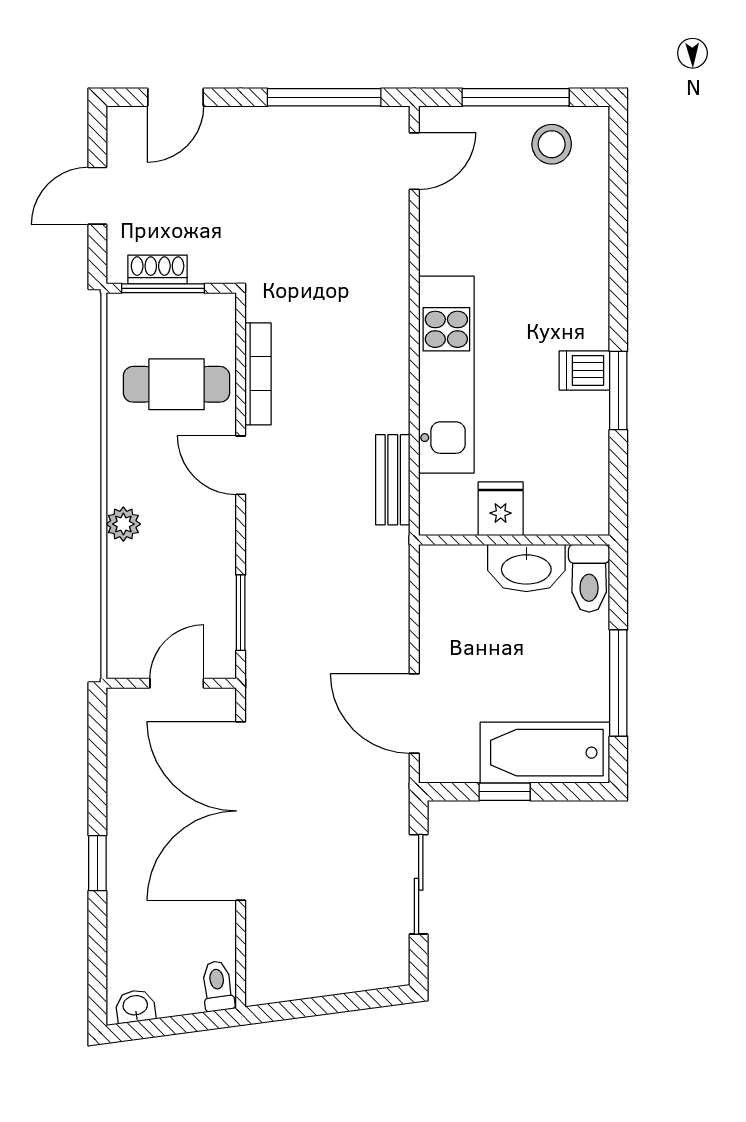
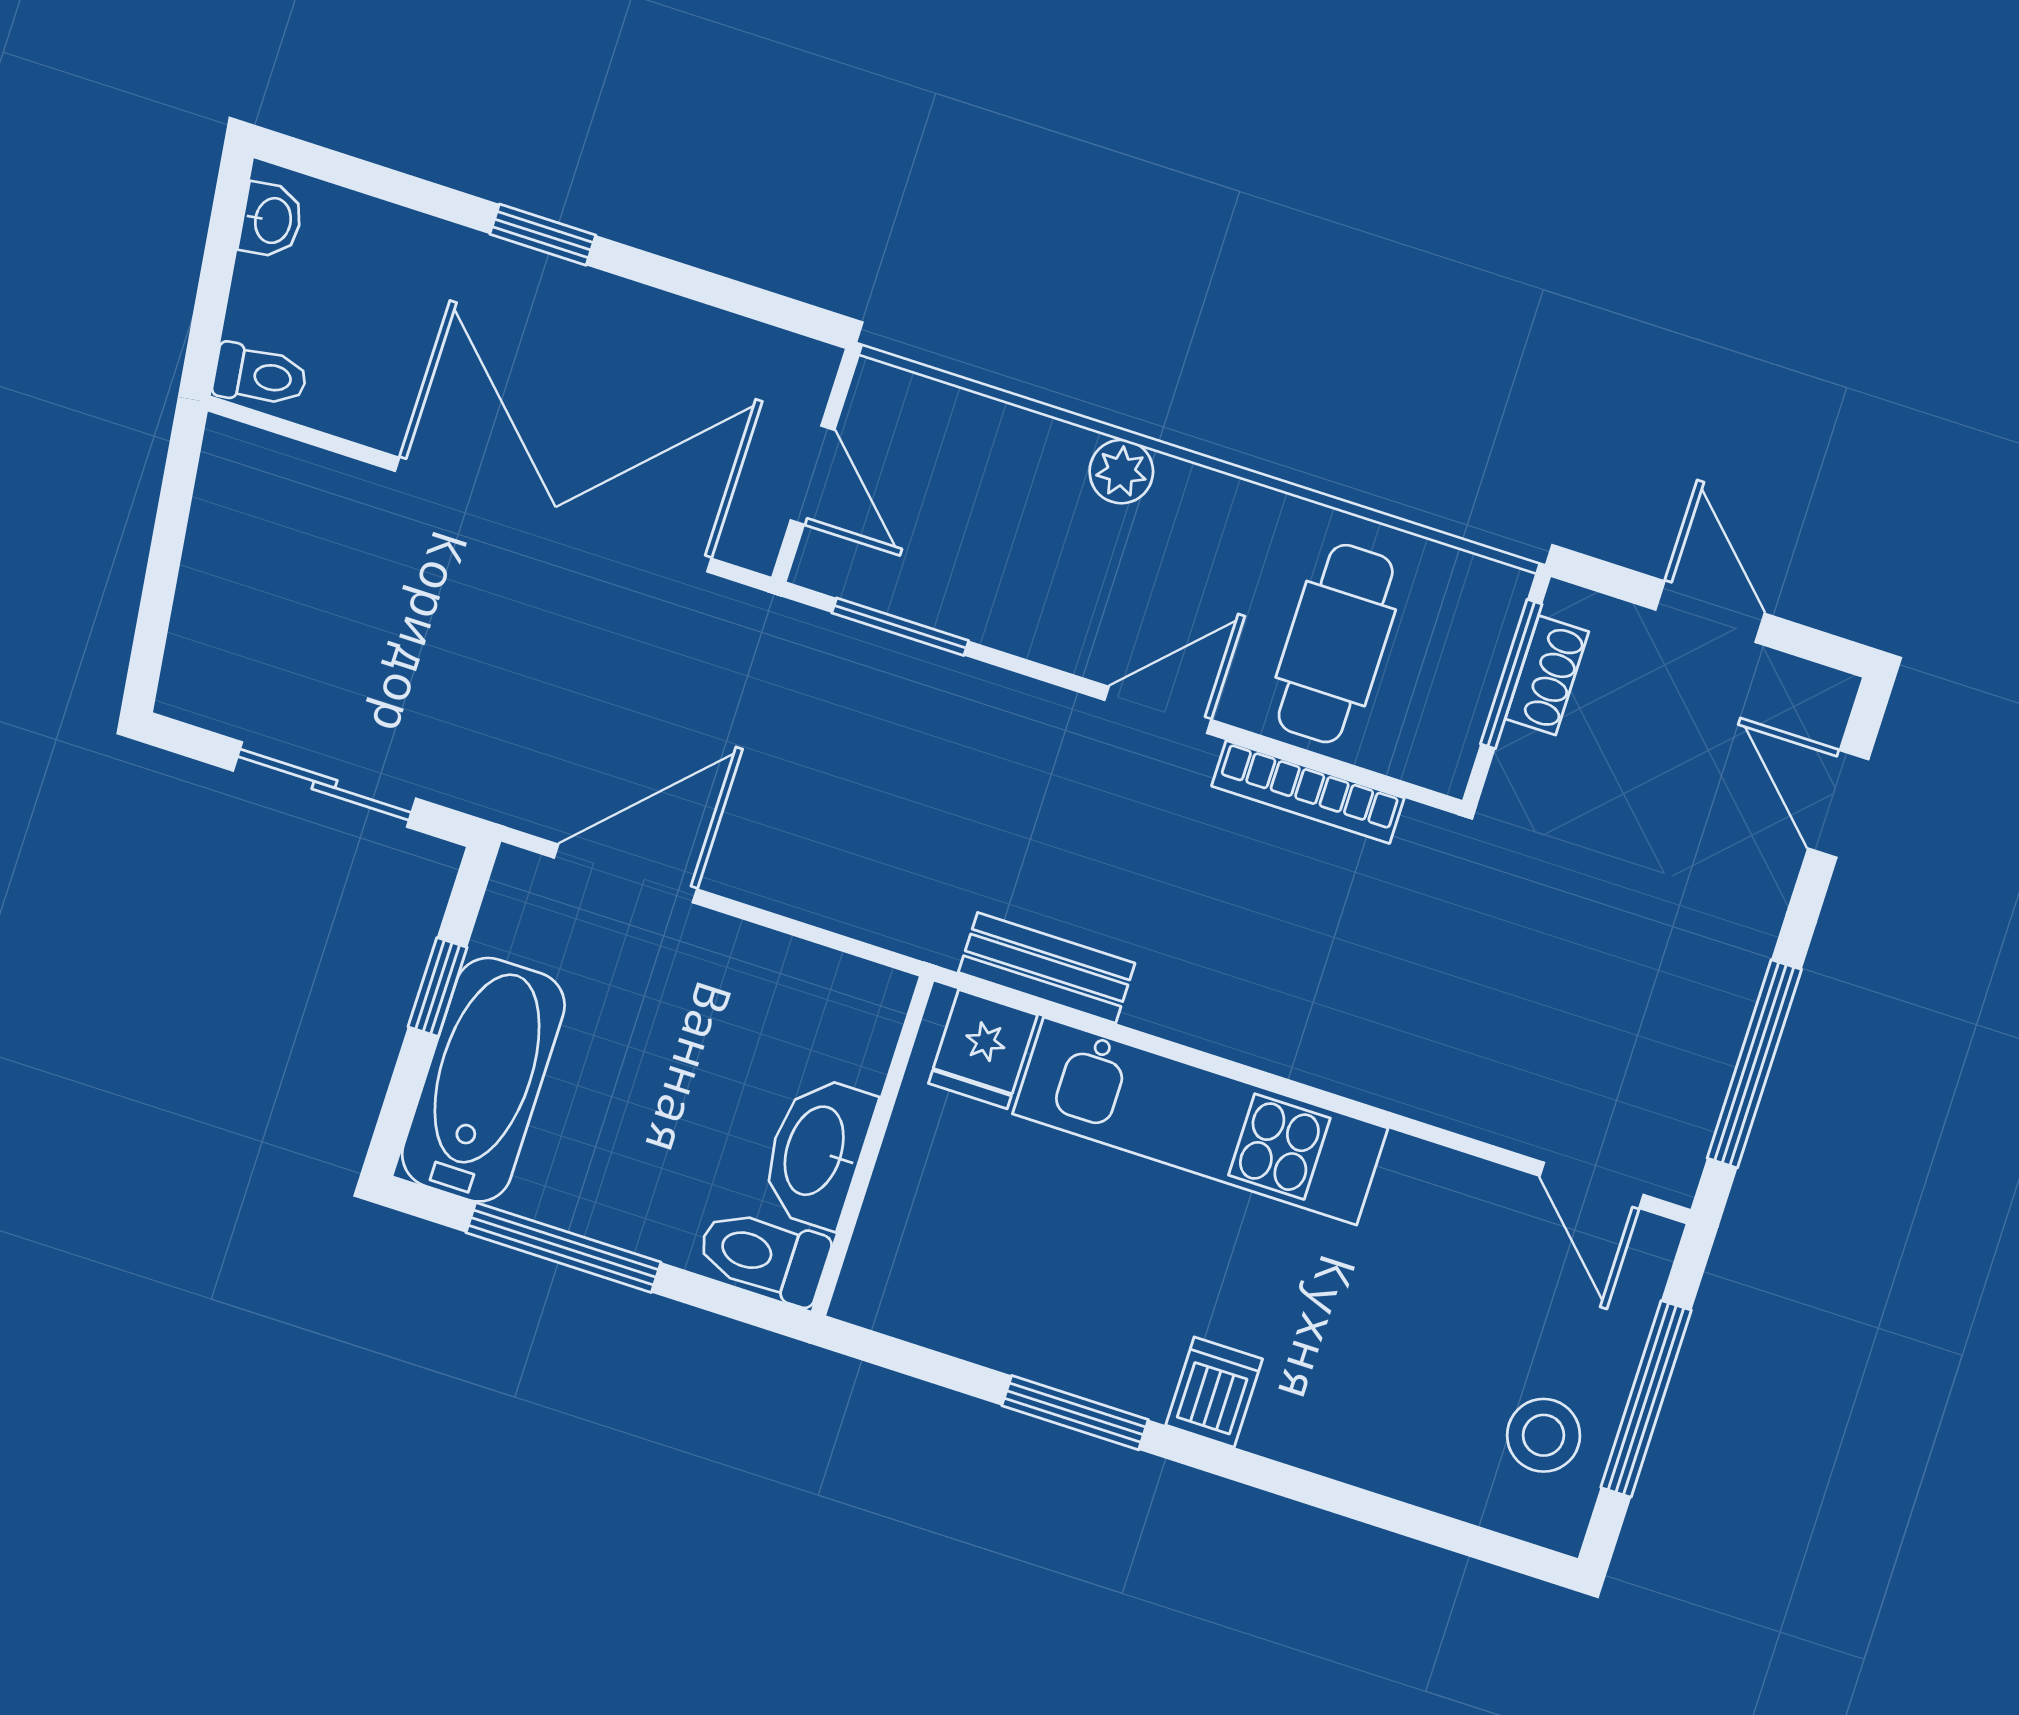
dishwasher: (584, 370) -> (1214, 1392), moved
fridge: (501, 509) -> (983, 1049), moved, turned 90

